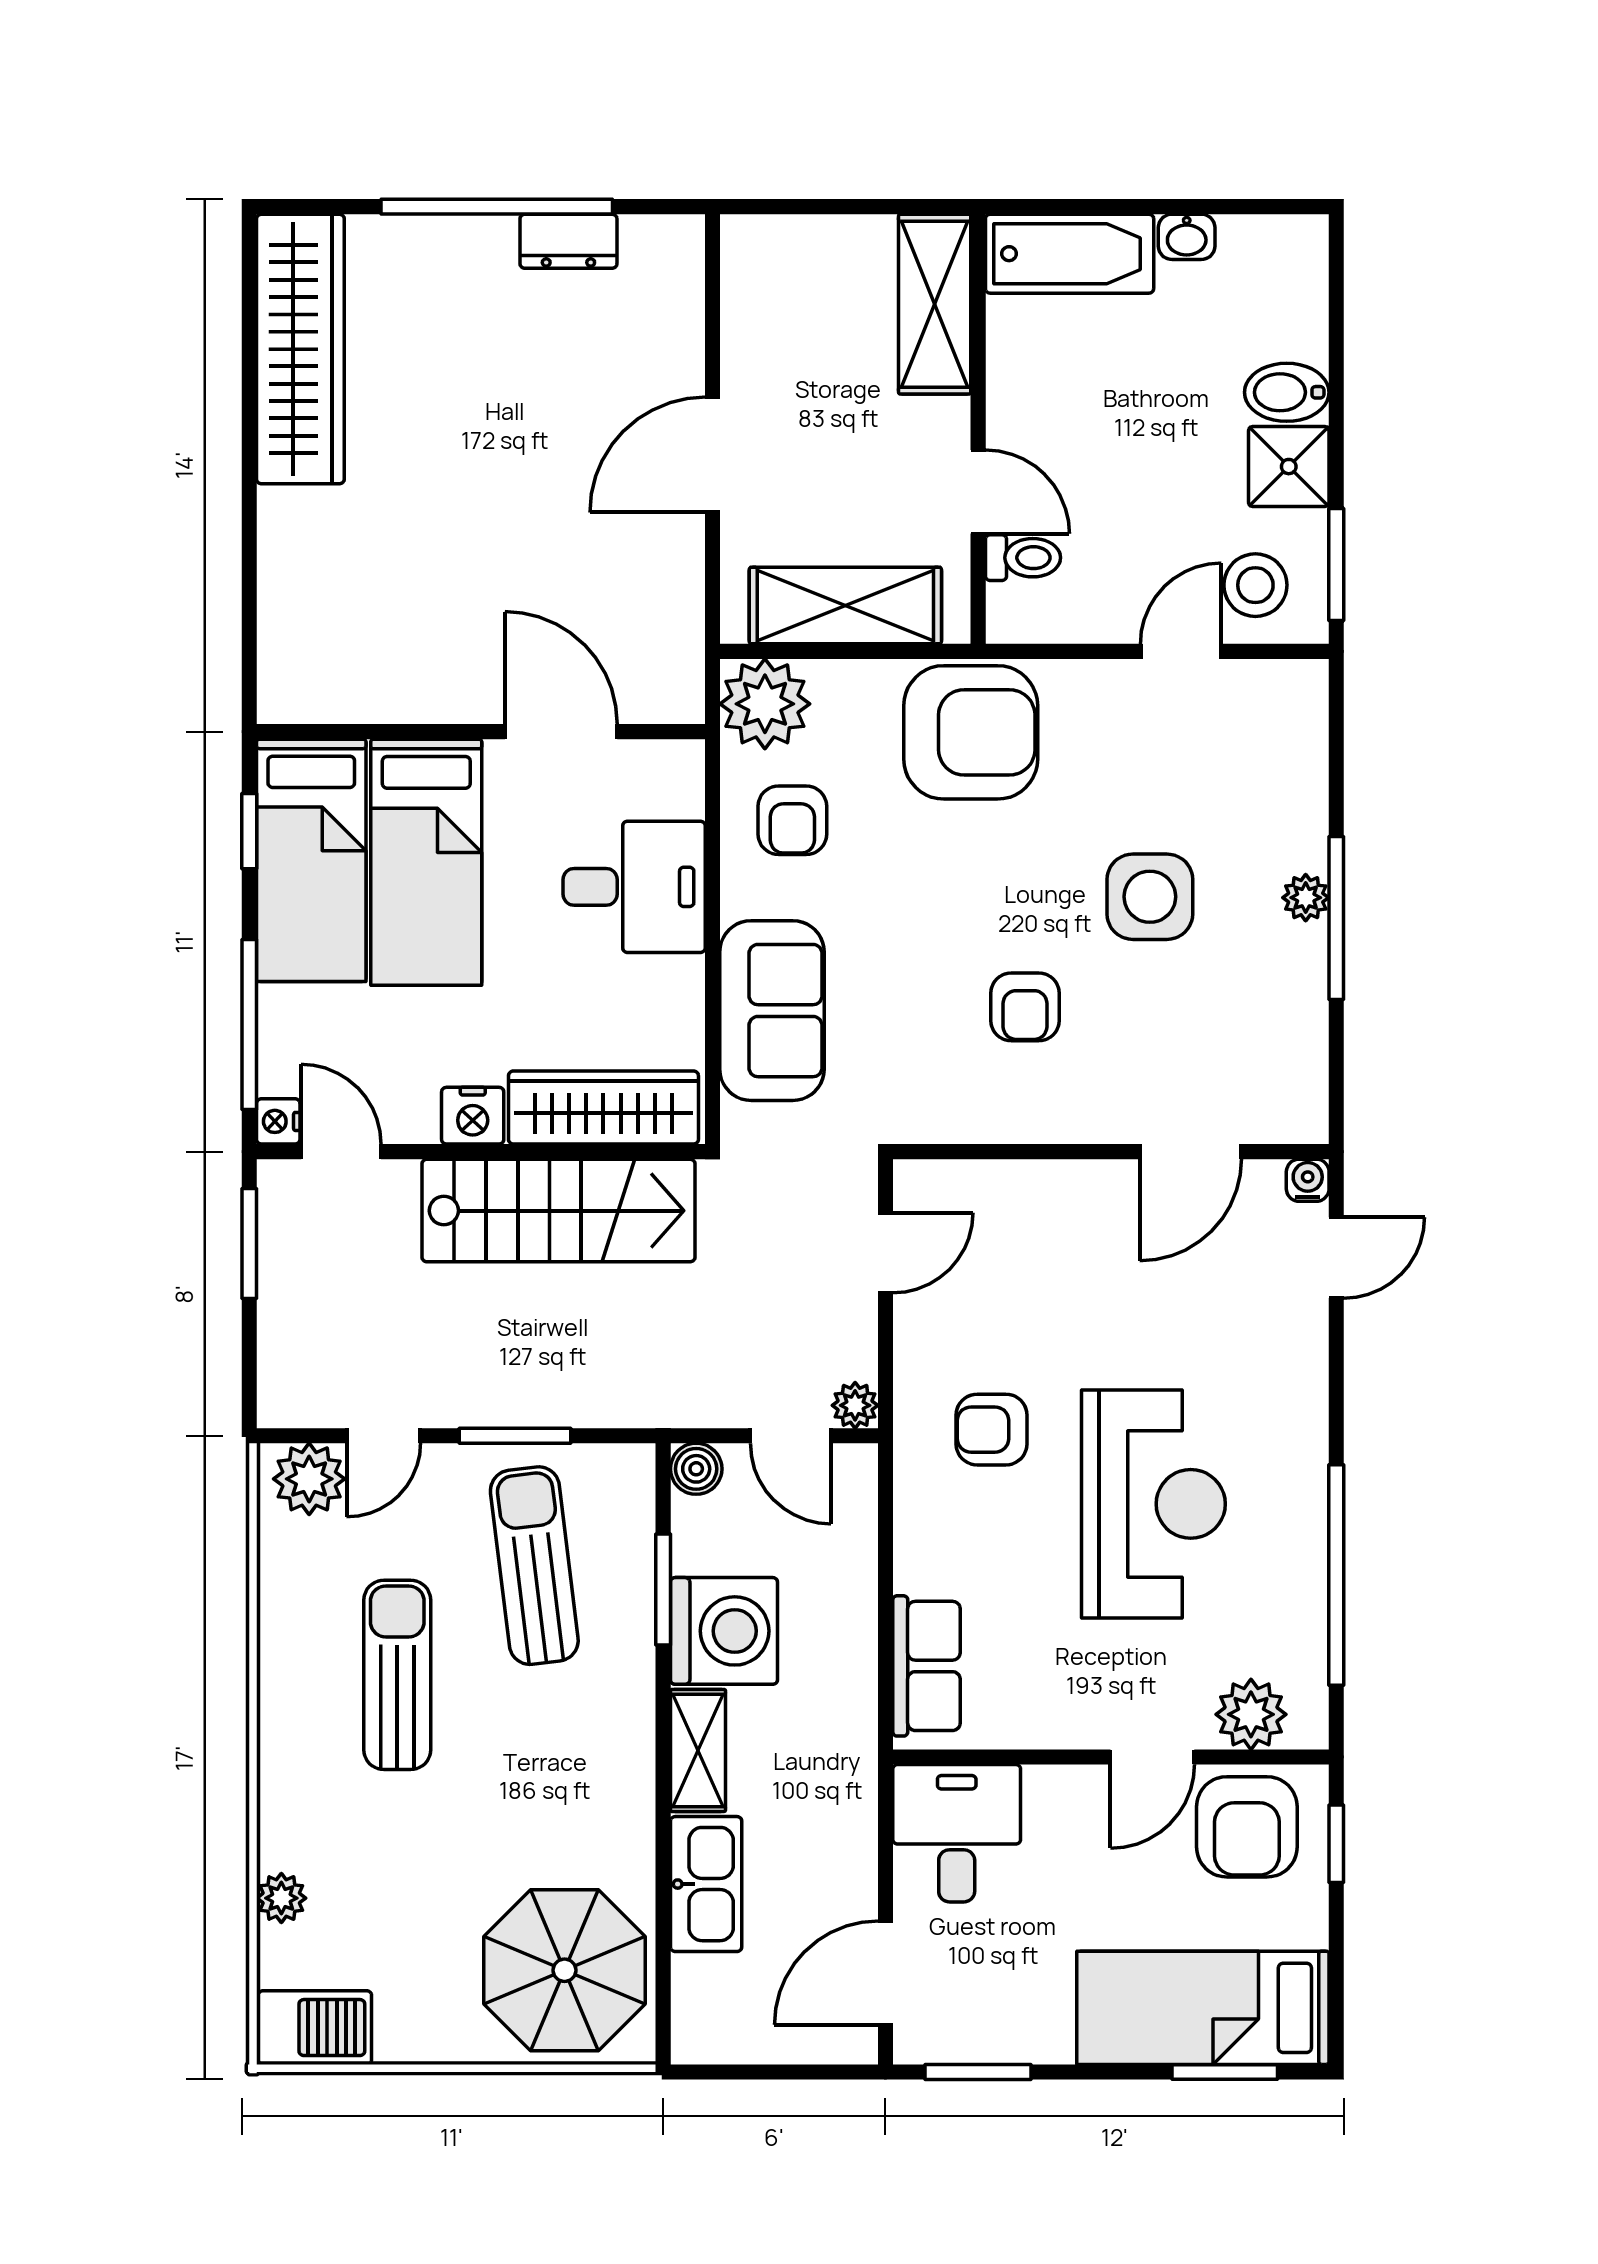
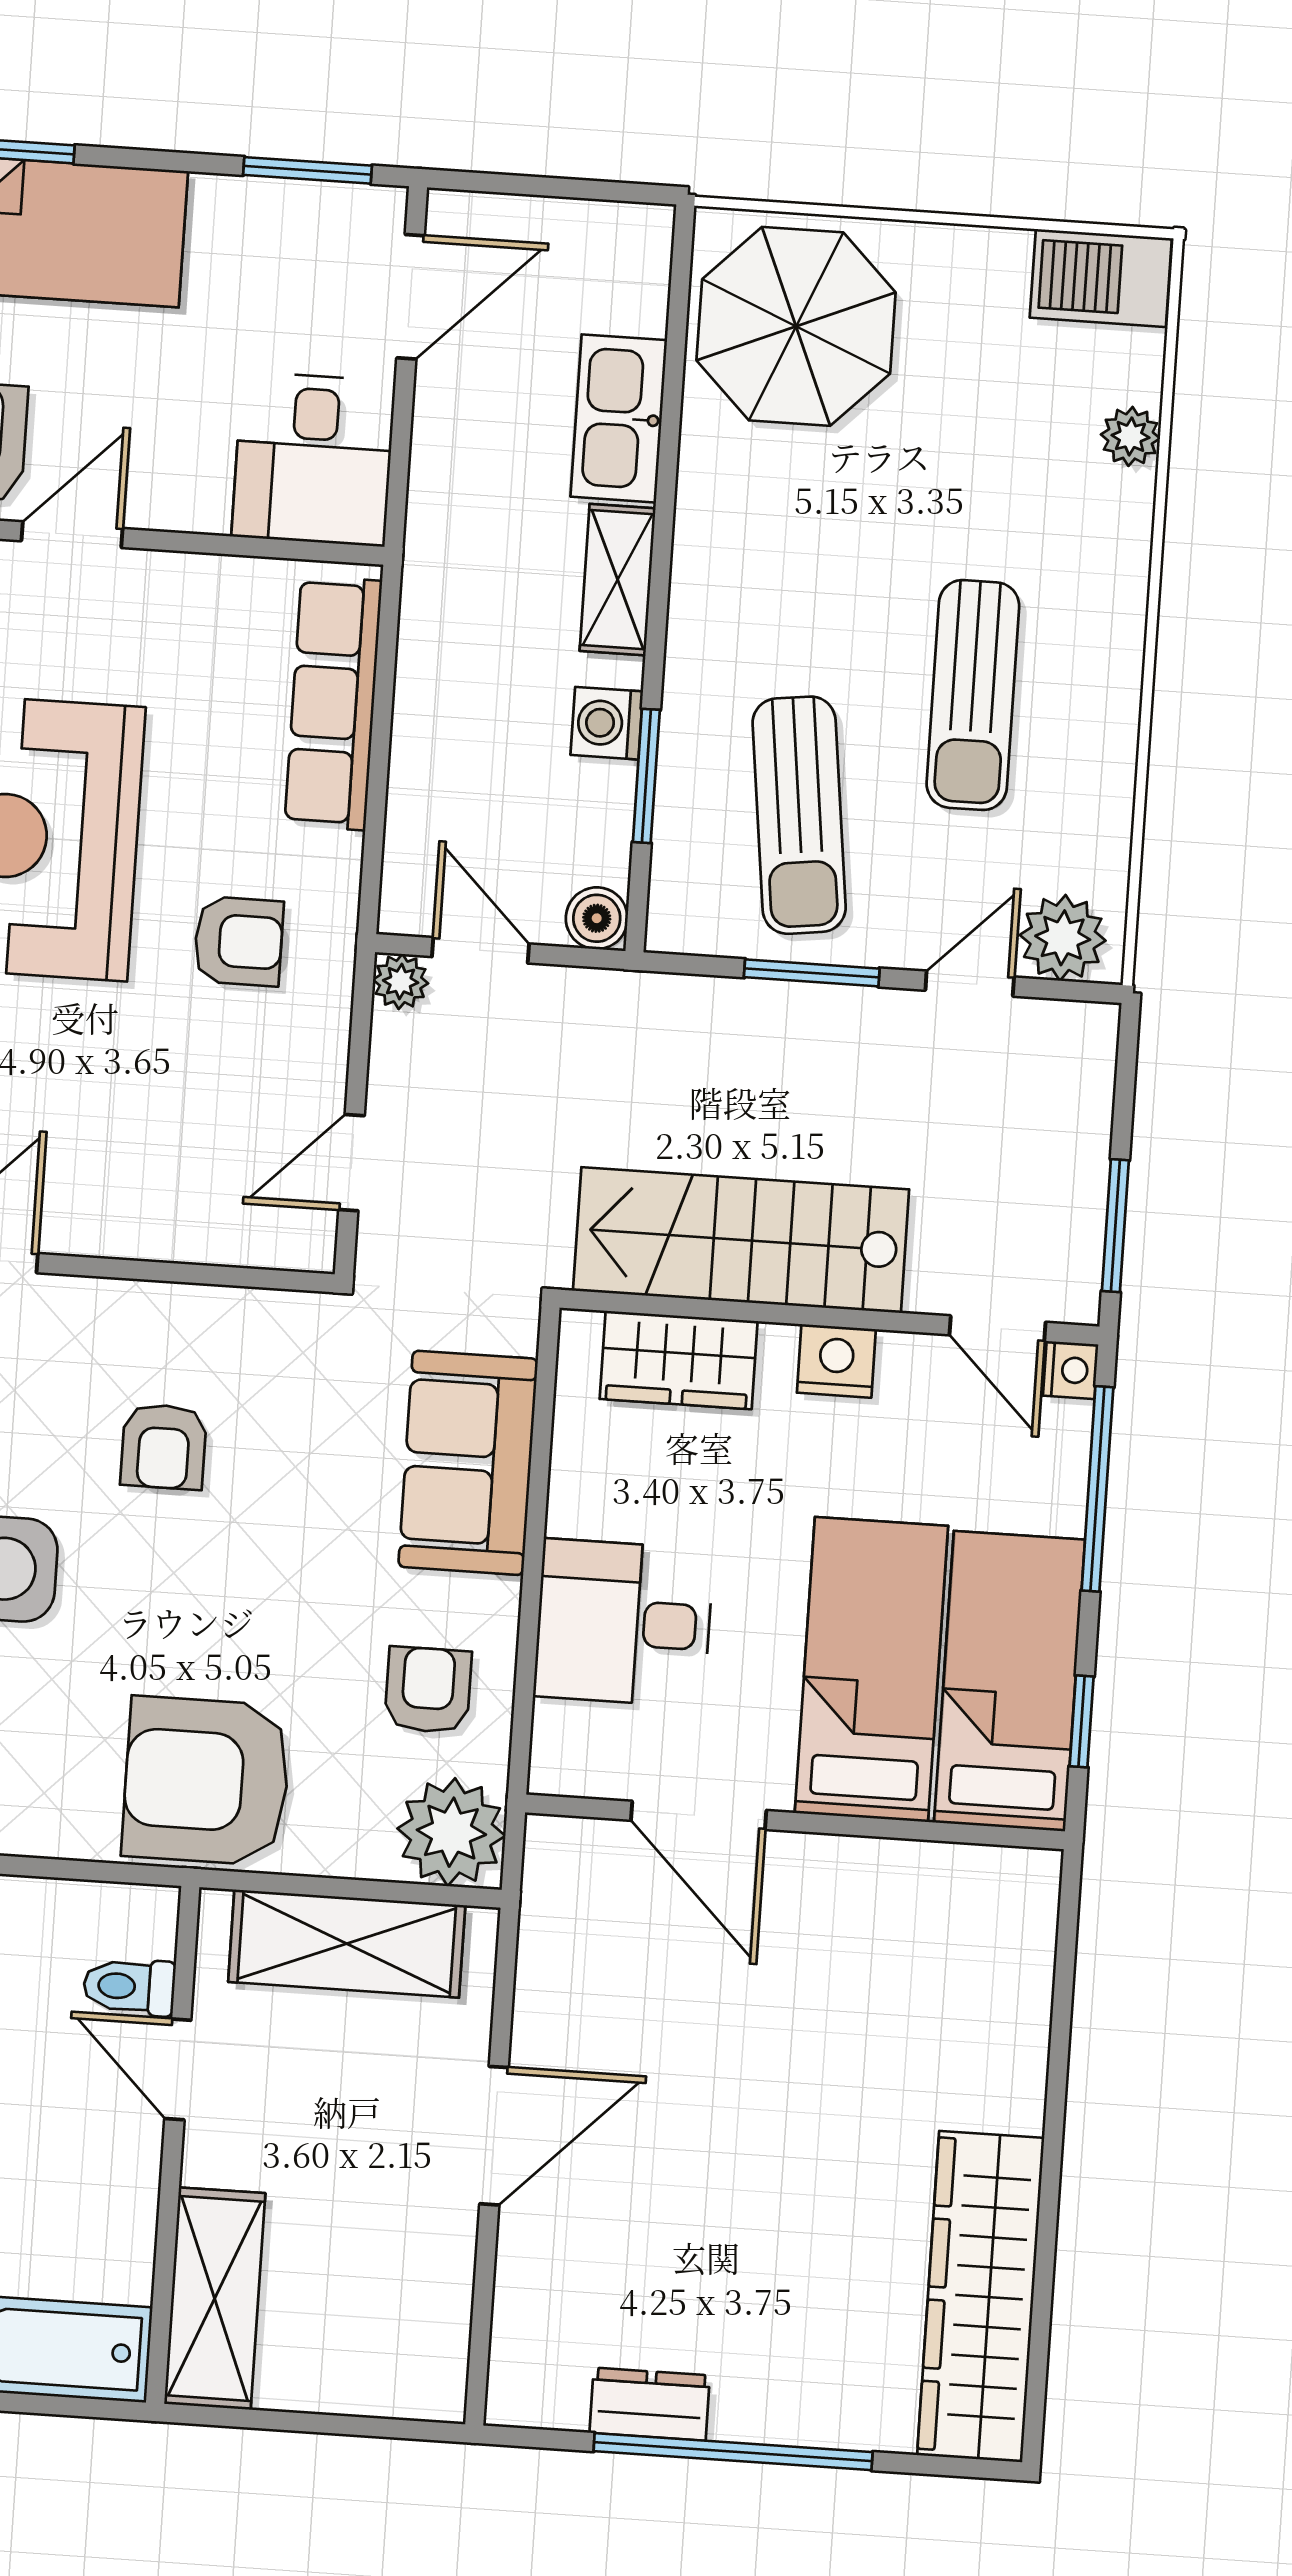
armchair: (1025, 1007) -> (164, 1447), turned 180
wardrobe: (603, 1108) -> (679, 1360), width x0.67
washing machine: (724, 1631) -> (607, 723), width x0.53, depth x0.53
row of seats: (926, 1666) -> (333, 703), width x1.48

